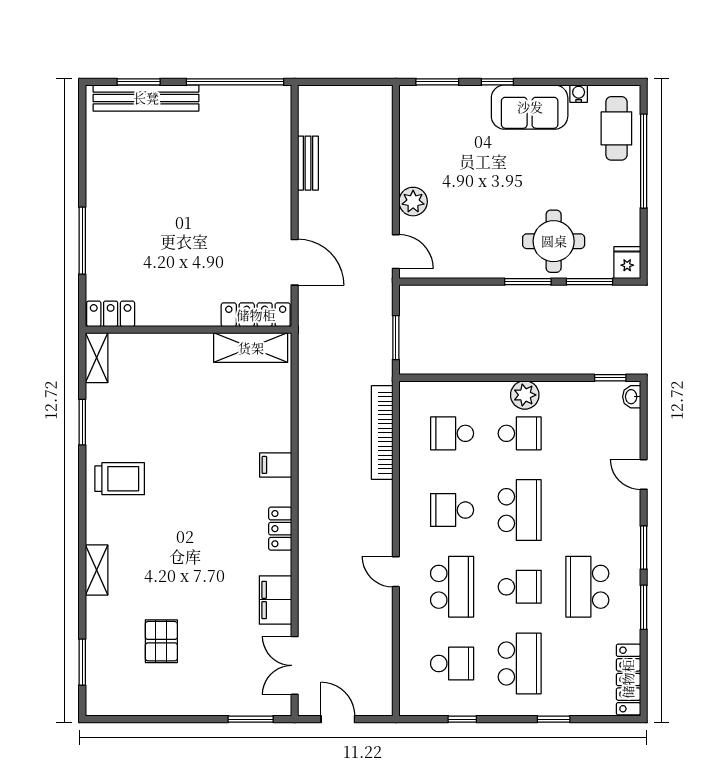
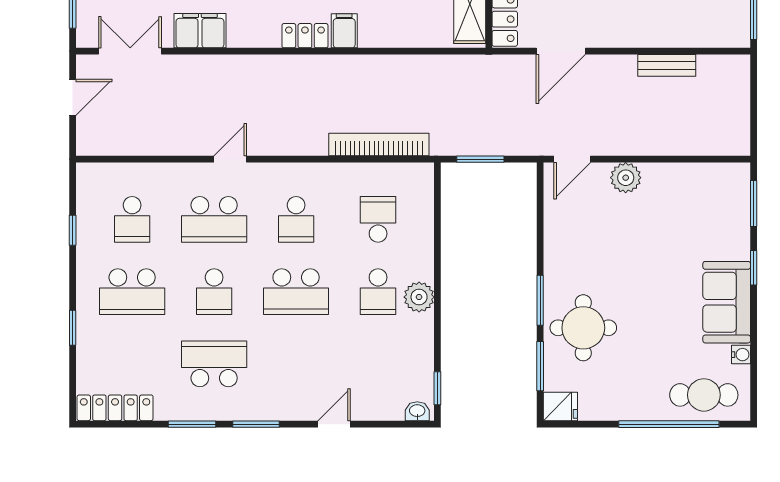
school desk: (452, 510) -> (296, 219), turned 180
locker: (280, 529) -> (305, 36), moved

